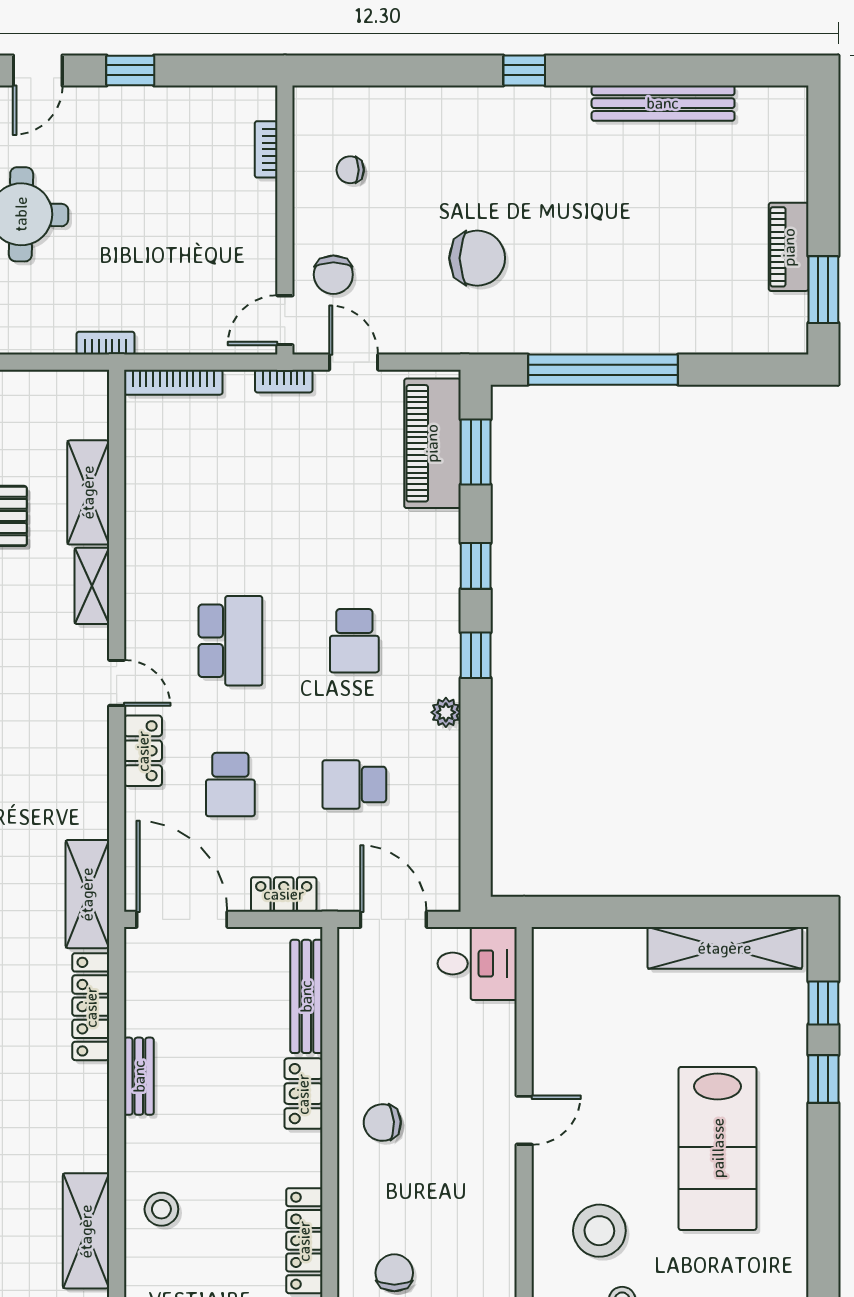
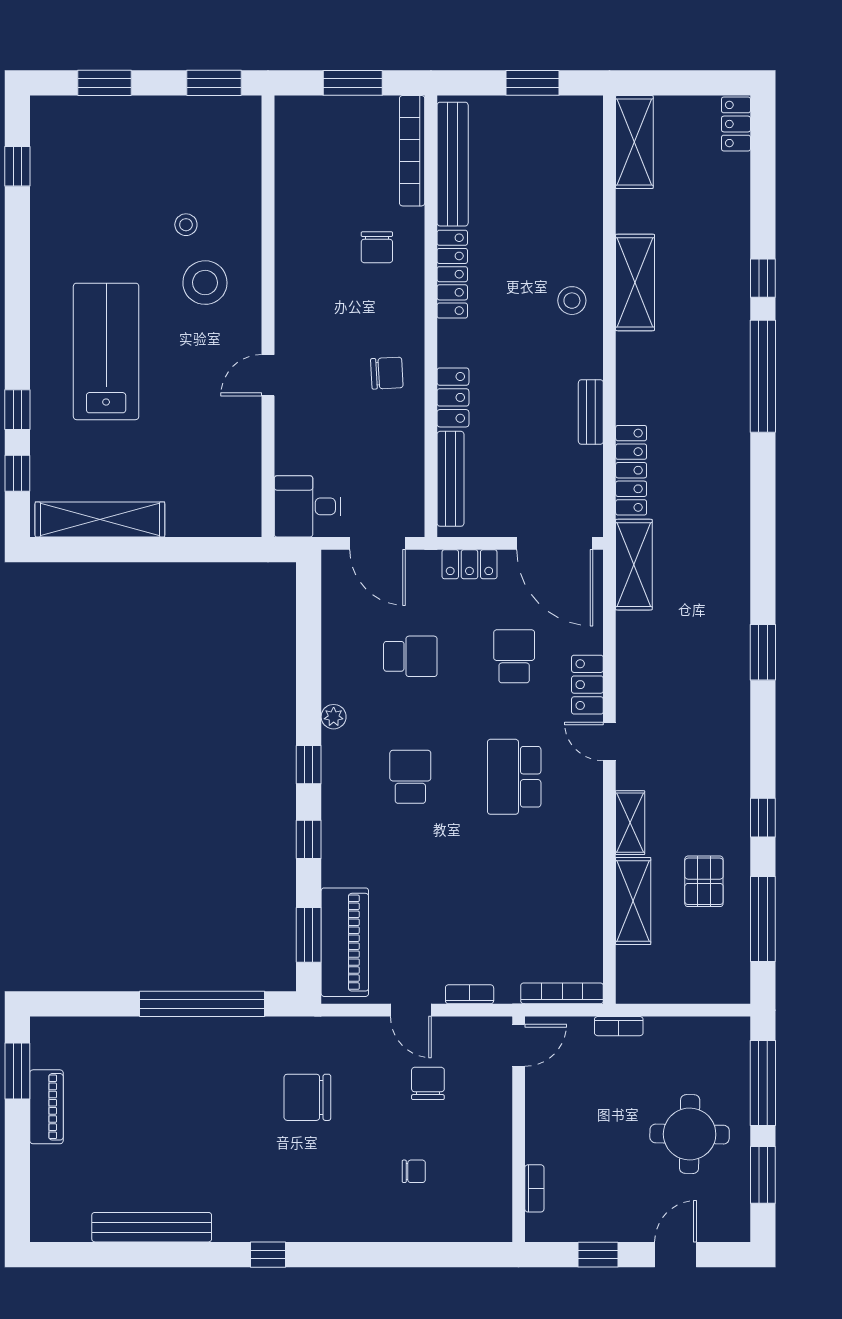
bookcase: (266, 149) -> (534, 1188), moved
wall: (285, 220) -> (519, 1129), moved
door: (285, 320) -> (519, 1045), moved

